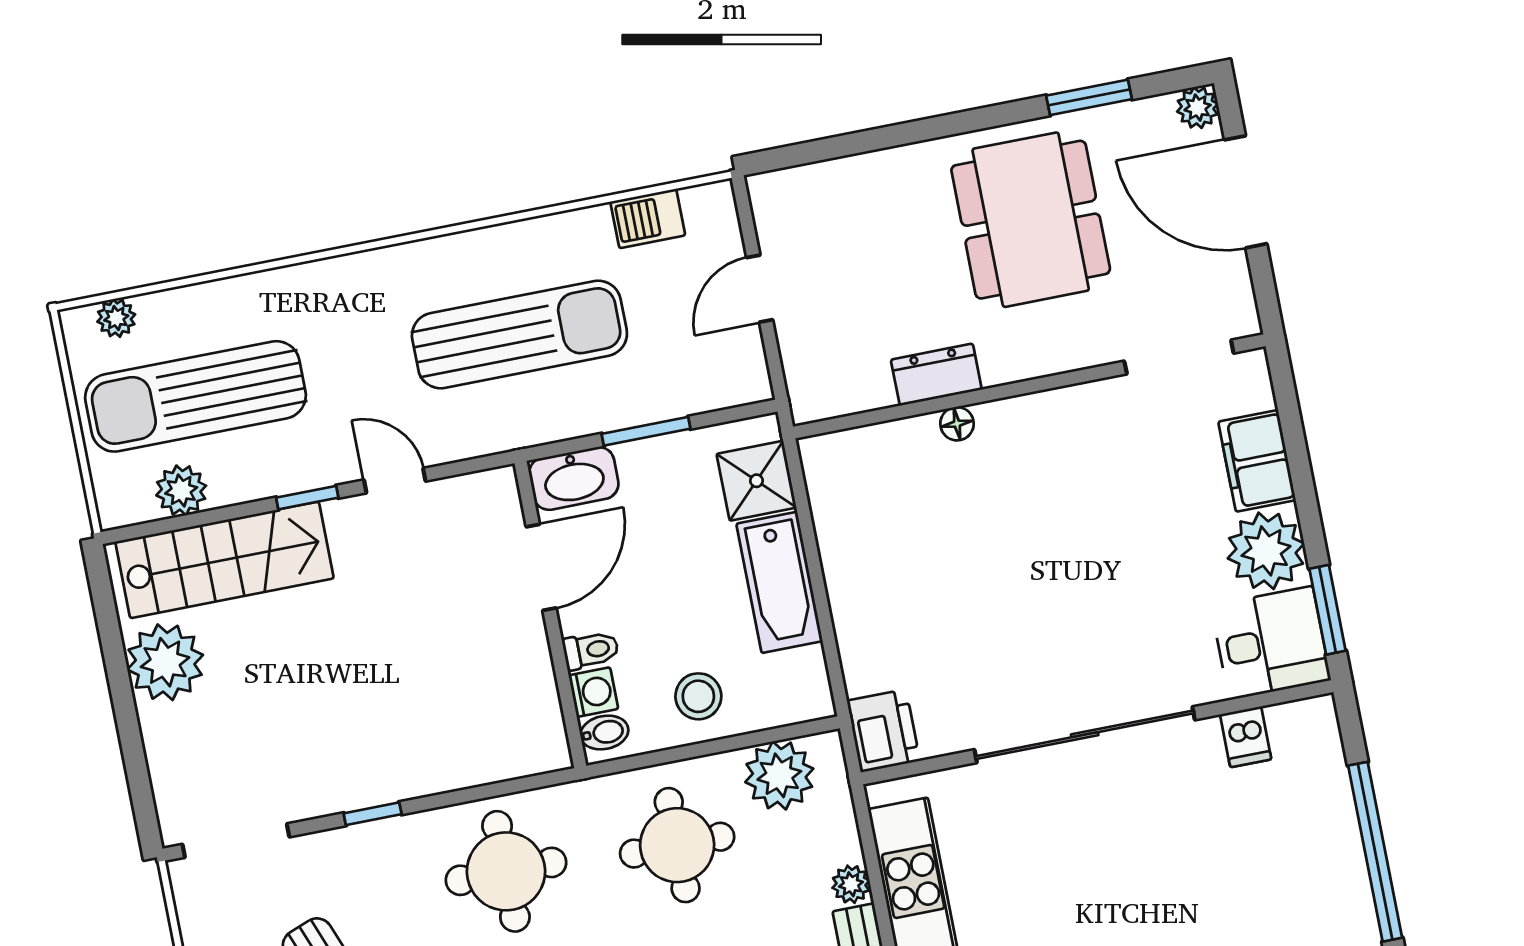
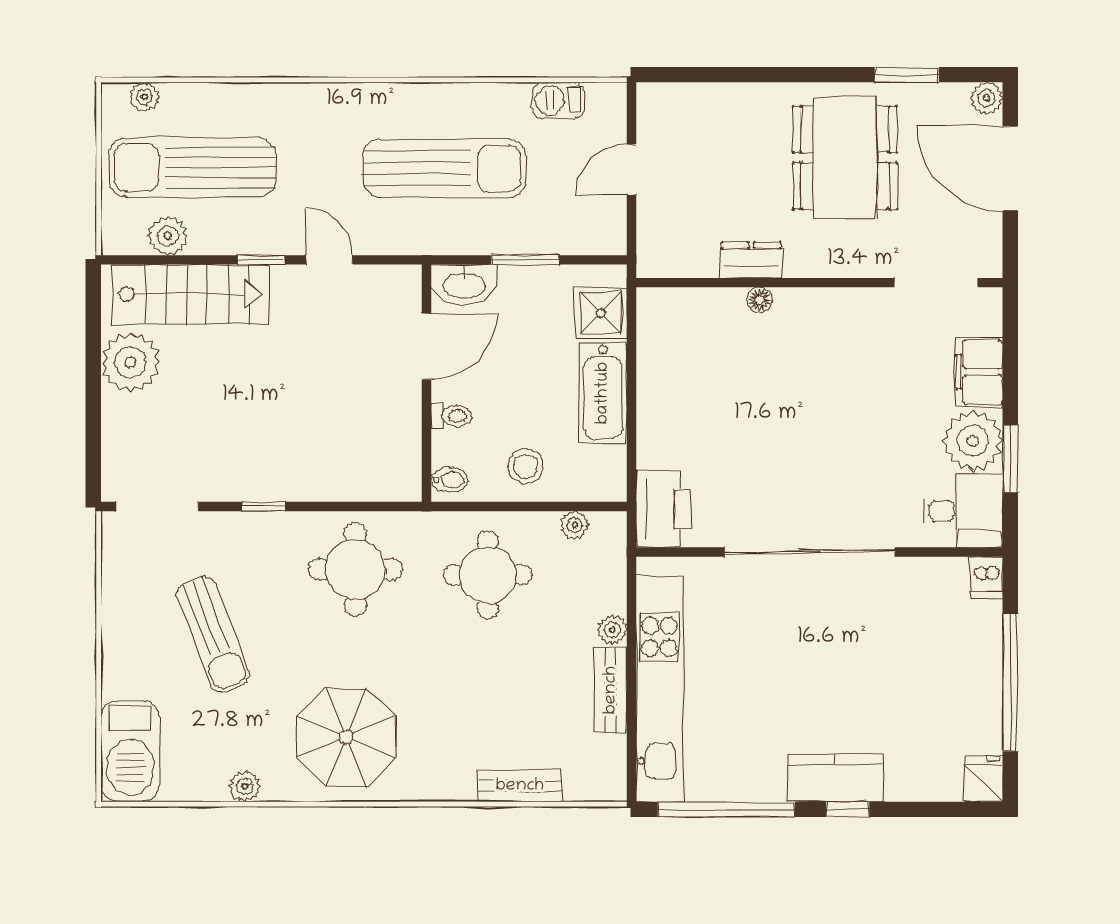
window: (1328, 610) -> (1010, 459), moved
washing machine: (593, 692) -> (447, 448), removed
printer: (883, 731) -> (664, 509), width x1.37, depth x1.19
dishwasher: (1246, 737) -> (987, 577), moved
plant: (779, 775) -> (575, 525), width x0.53, depth x0.53

